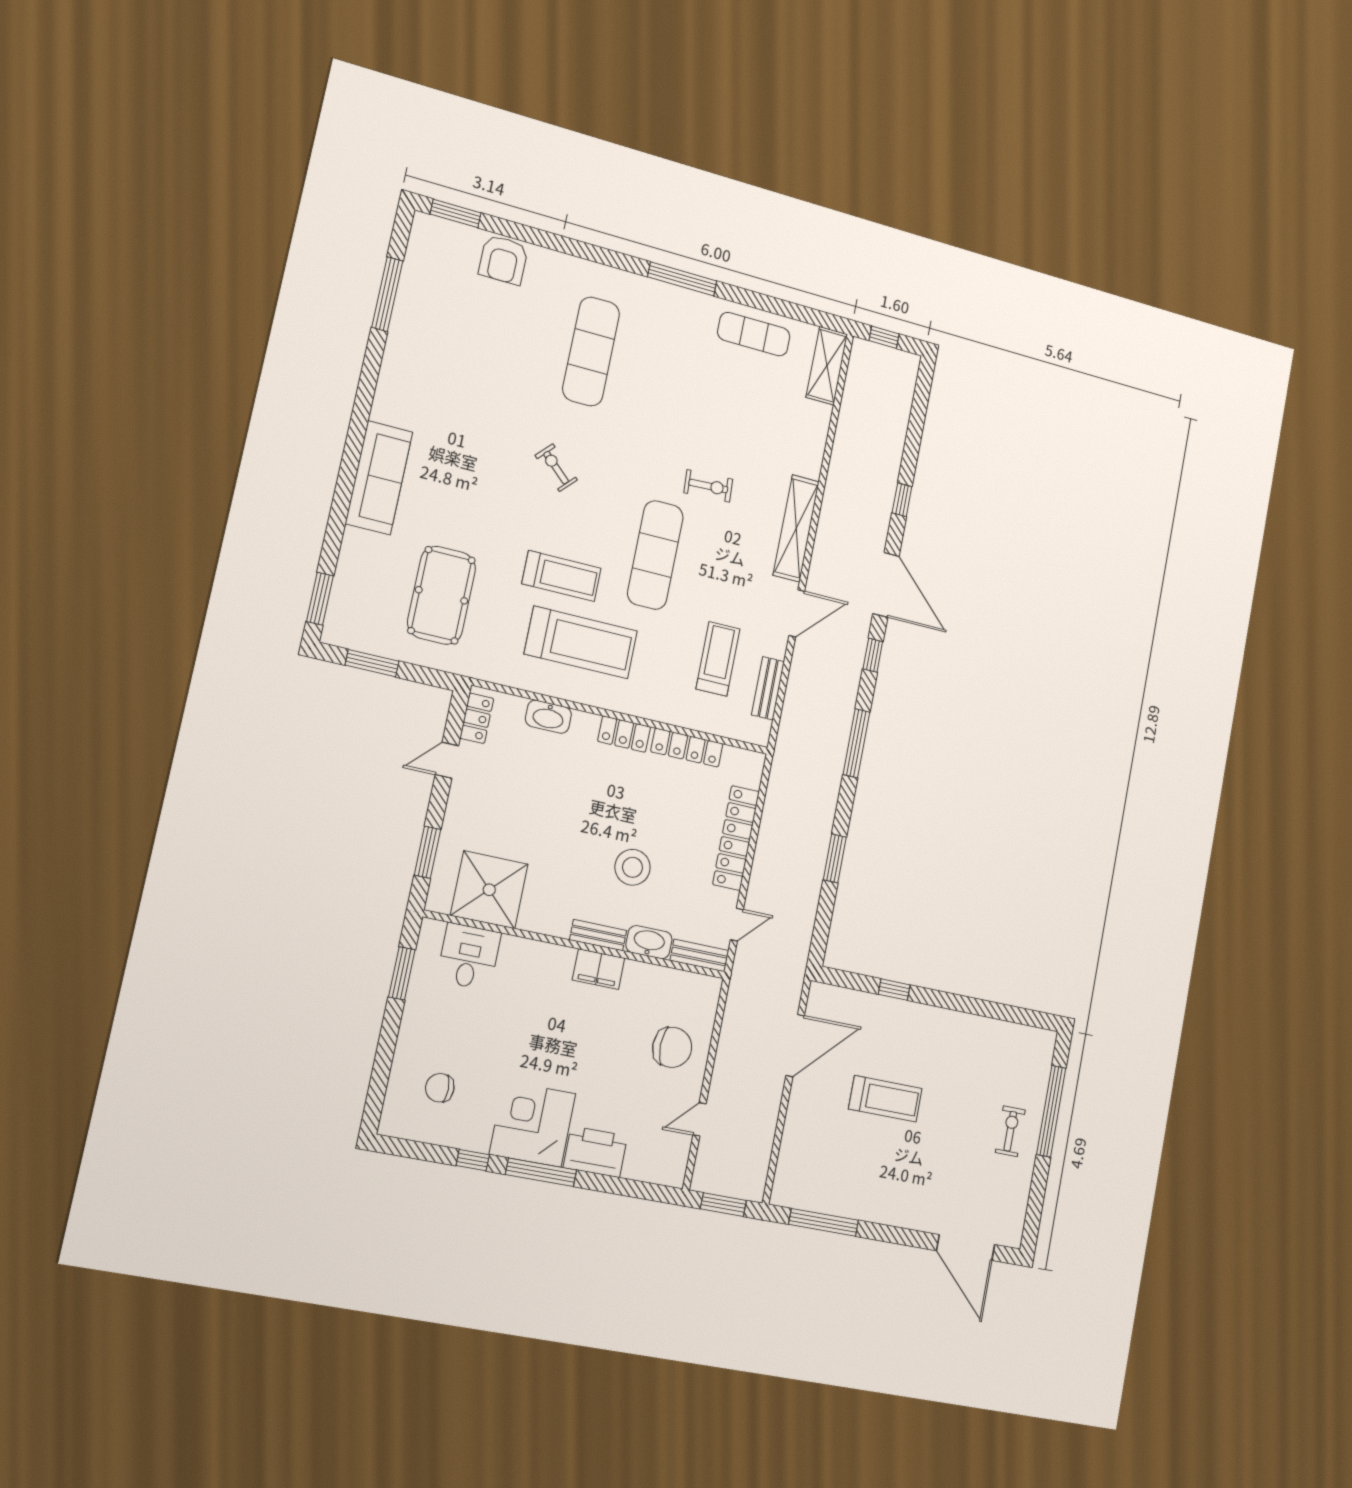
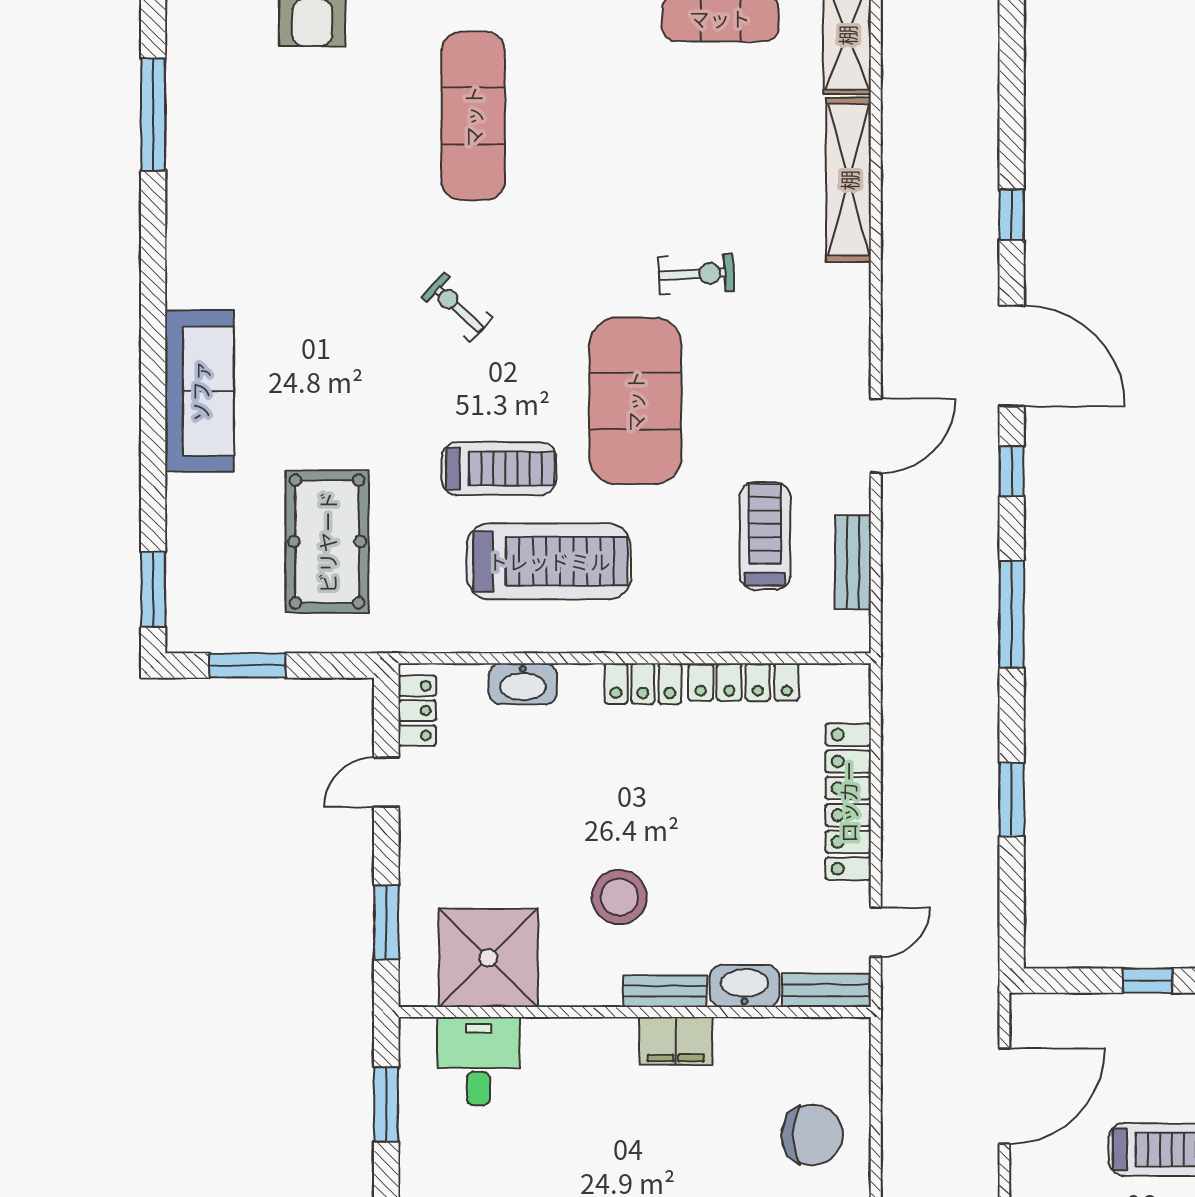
shelving: (796, 528) -> (849, 180), moved
exercise mat: (655, 555) -> (635, 401), width x1.47
stool: (632, 867) -> (619, 897), moved

